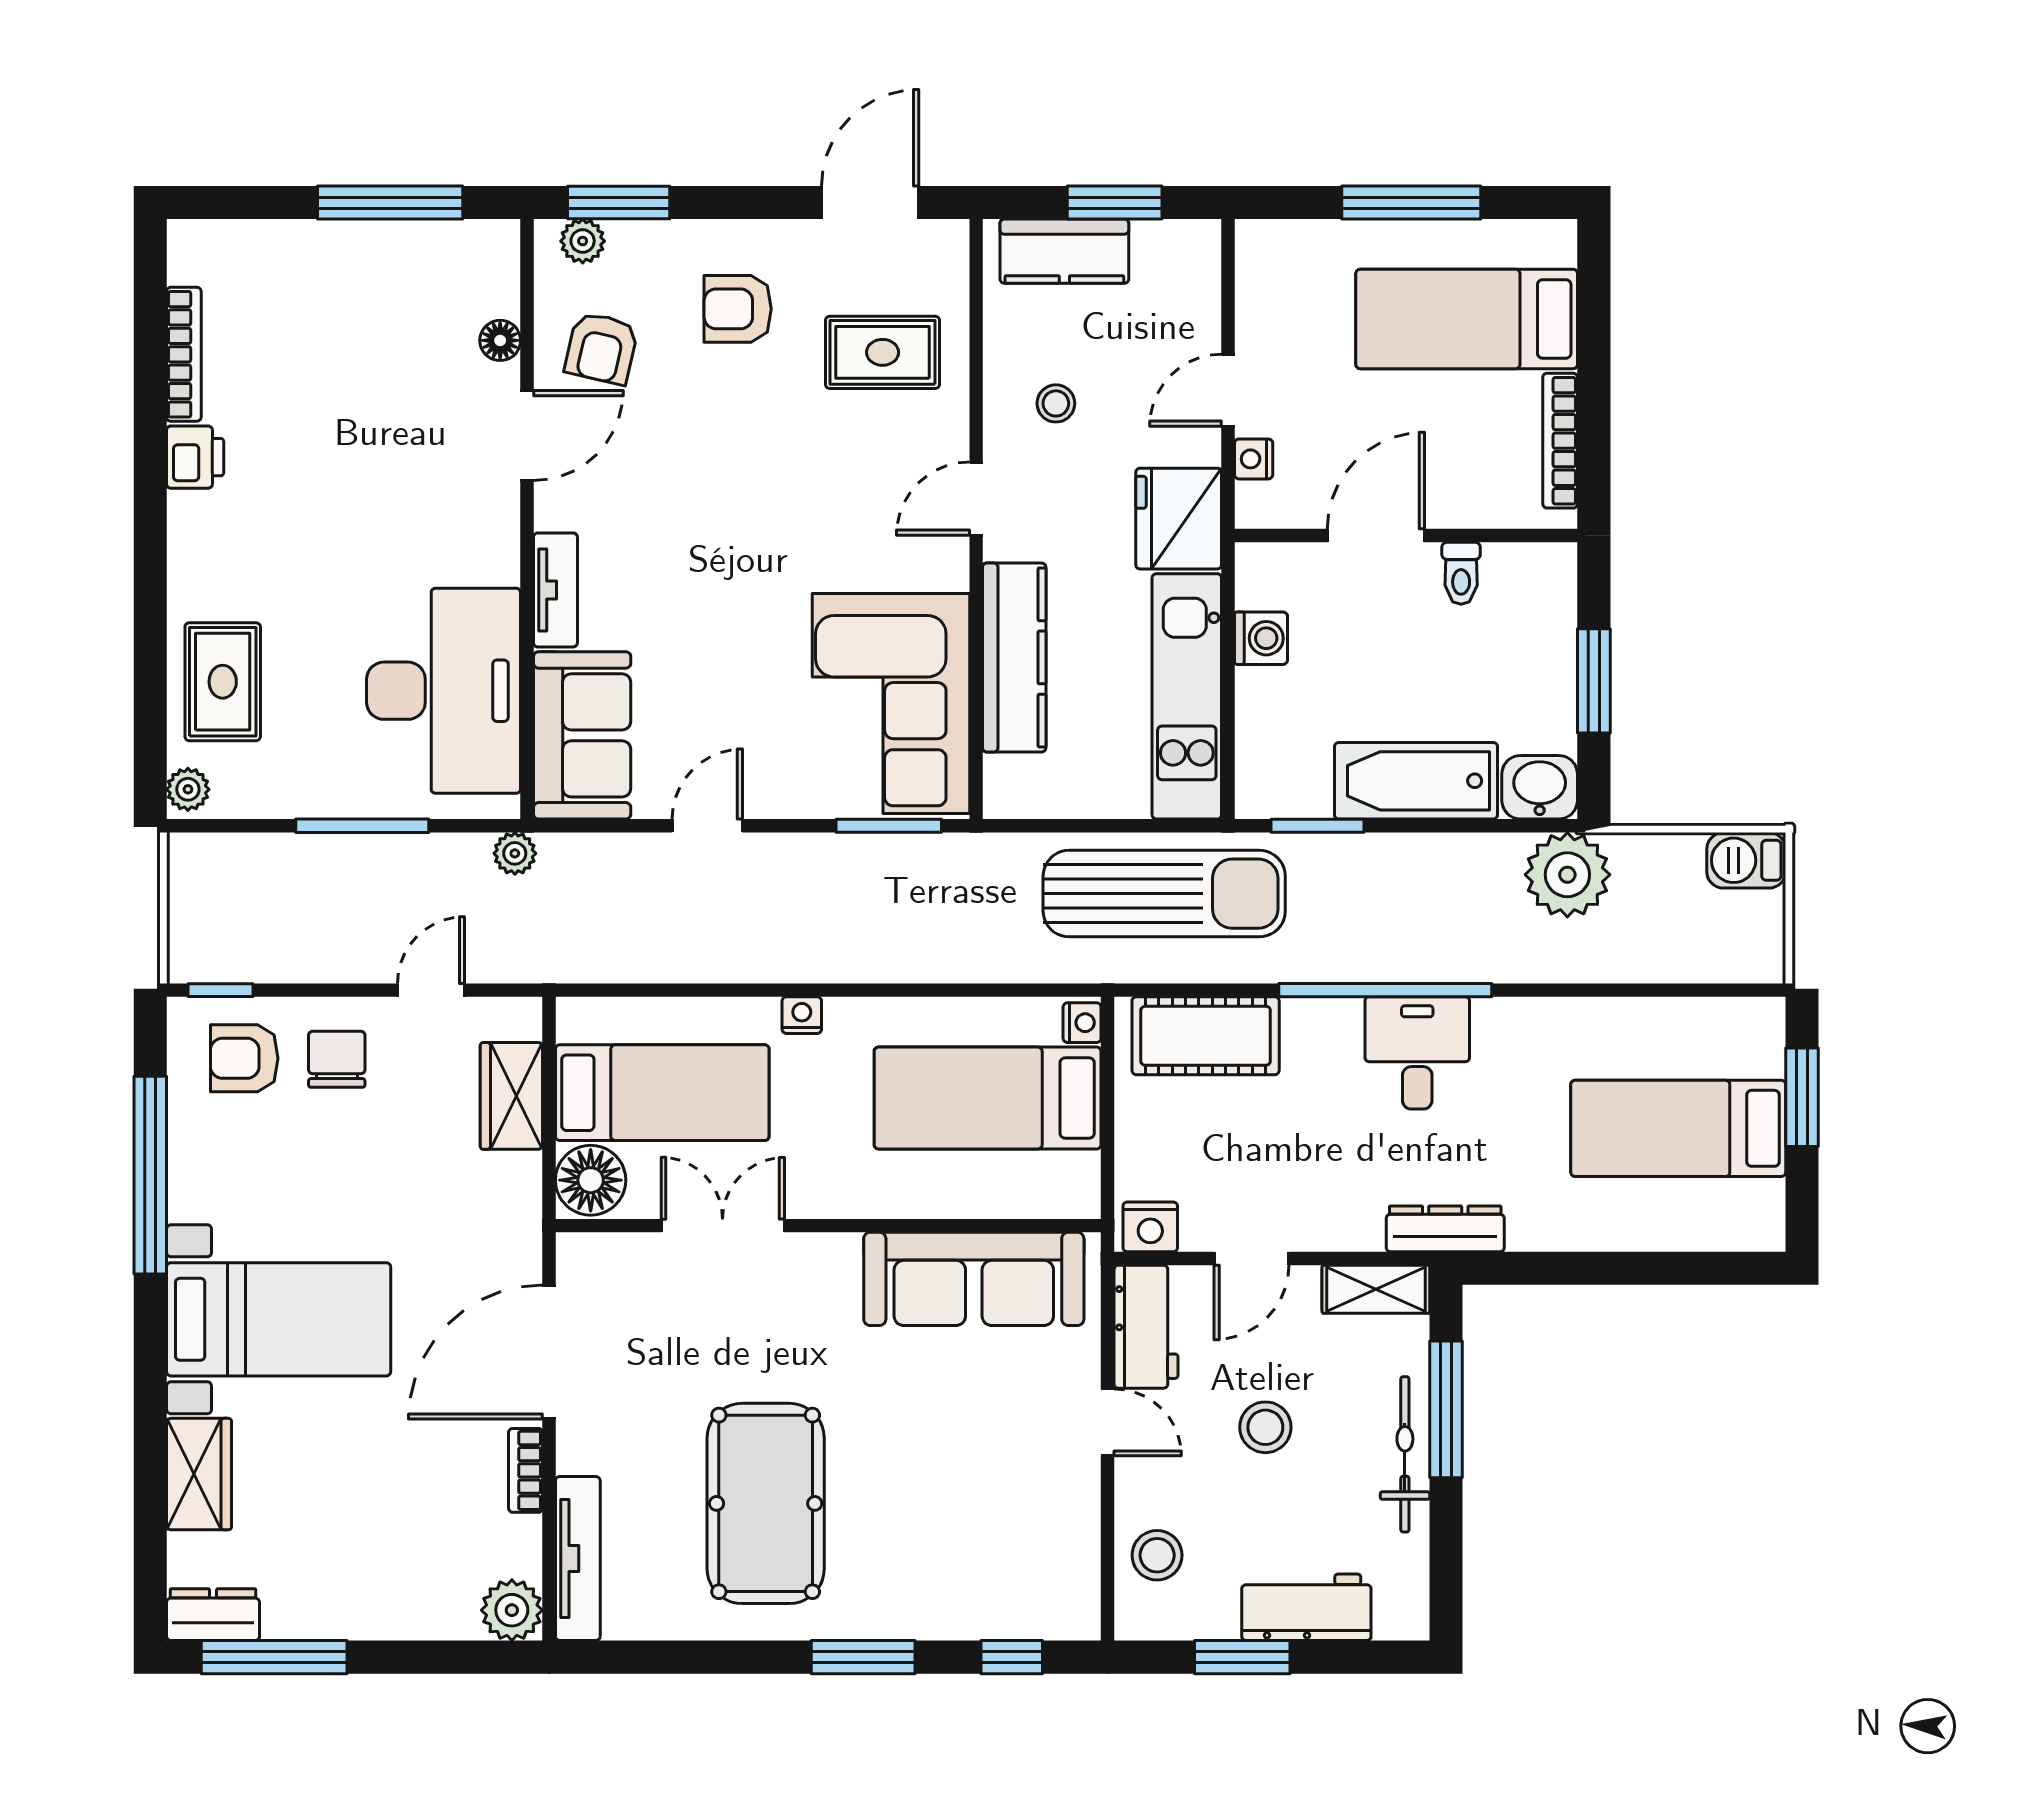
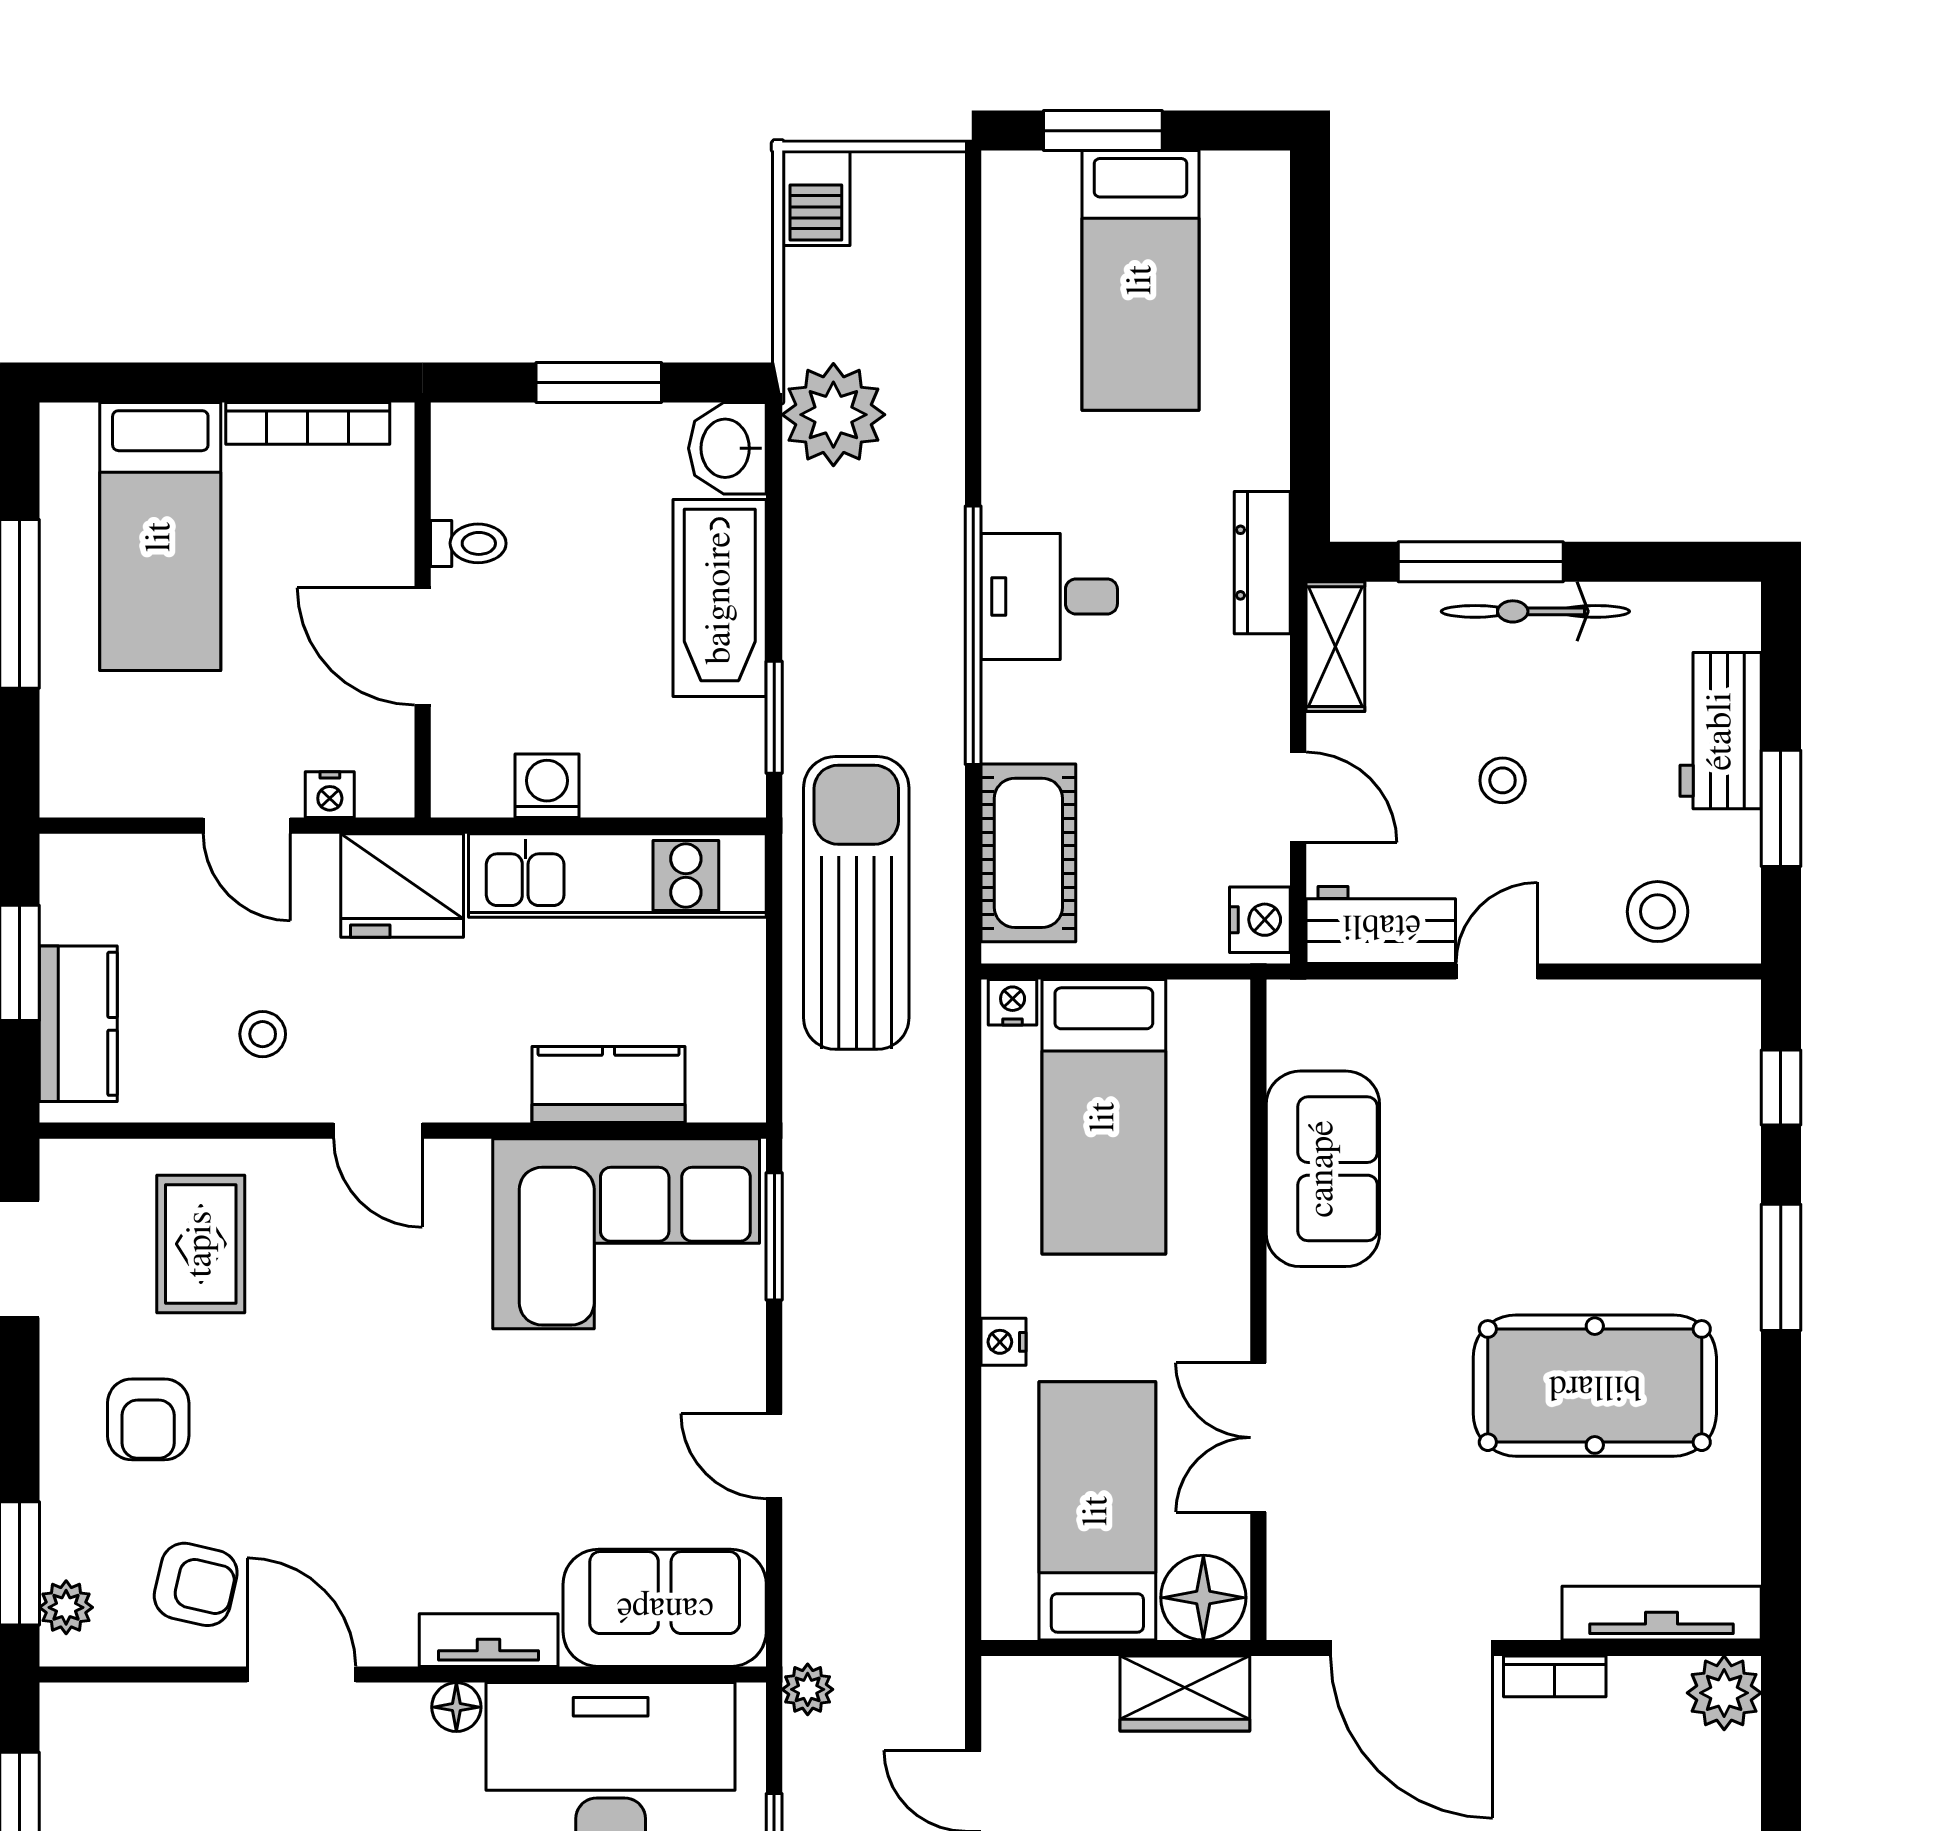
floor lamp: (500, 340) -> (456, 1707), moved
kitchen counter: (1014, 657) -> (609, 1085), width x0.67
wardrobe: (511, 1096) -> (1185, 1693), moved
sofa: (974, 1279) -> (1323, 1169), width x0.73
stool: (1265, 1427) -> (1503, 780), width x0.73, depth x0.73

